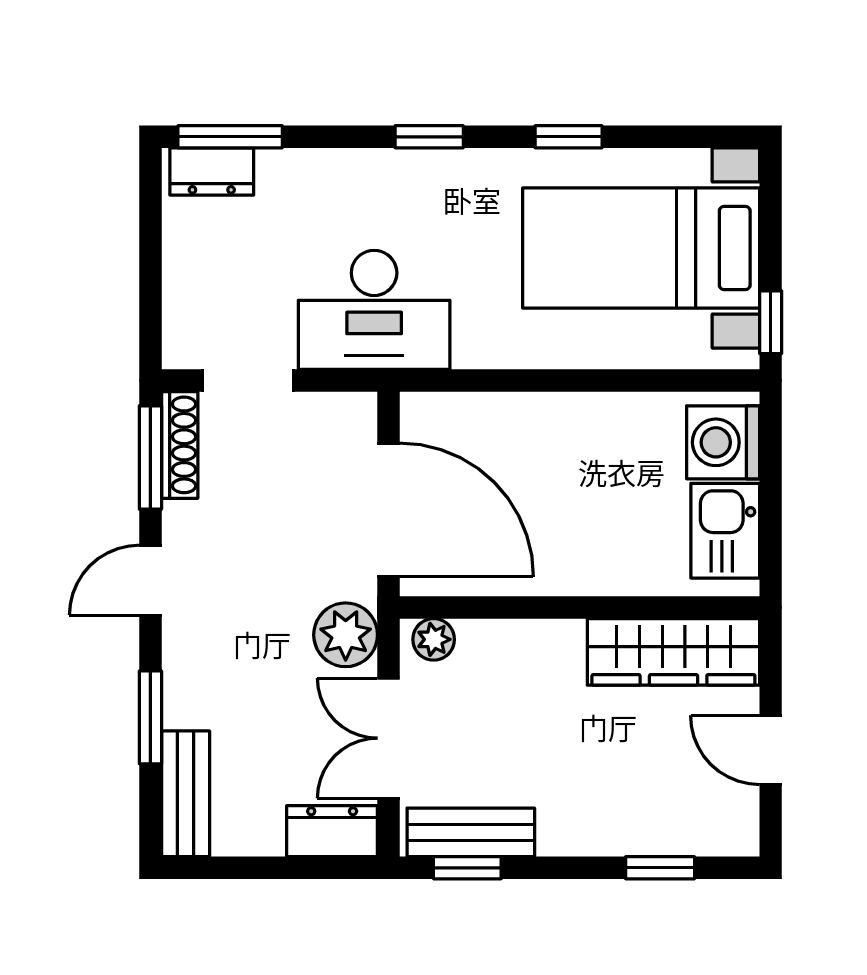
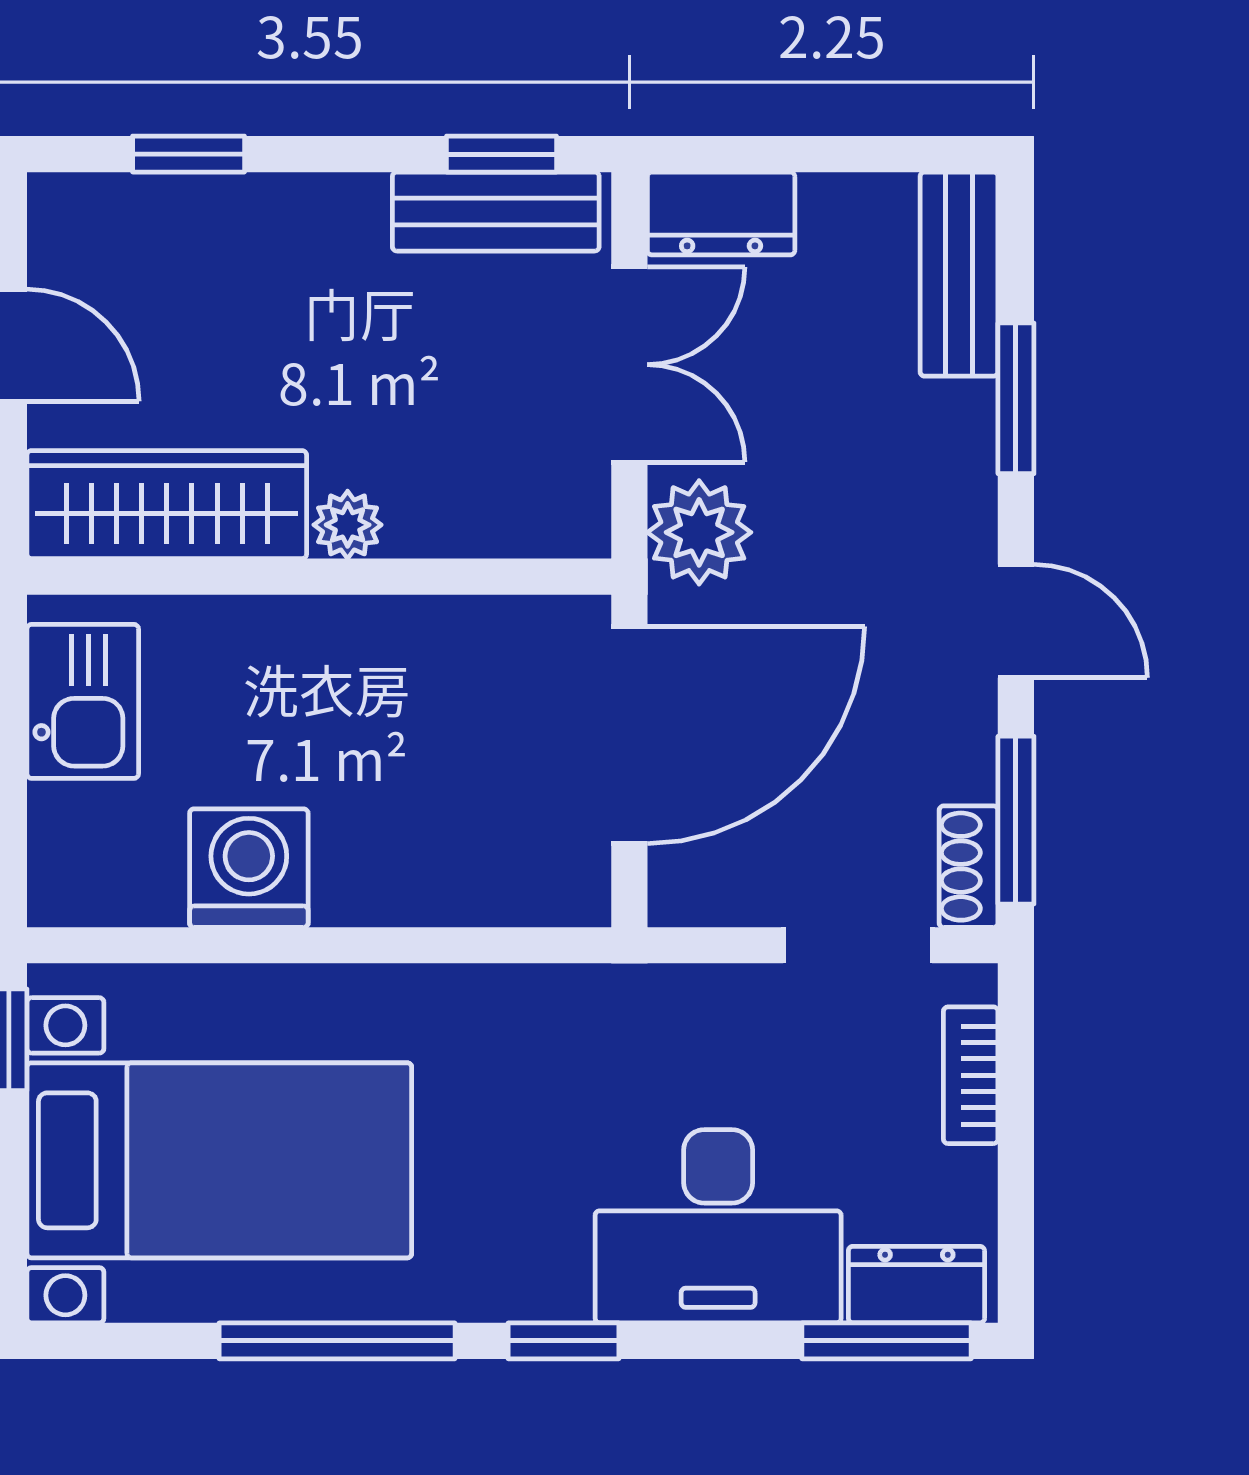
window: (569, 137) -> (337, 1341), width x2.17
bookcase: (178, 300) -> (971, 1075), added
desk: (374, 310) -> (718, 1226), moved, turned 180
washing machine: (723, 442) -> (249, 868), moved, turned -90
shoe rack: (180, 445) -> (969, 867), width x0.70
door: (389, 510) -> (629, 735), swing flipped
door: (150, 580) -> (1016, 621), hinge flipped
plant: (434, 639) -> (348, 525), moved

